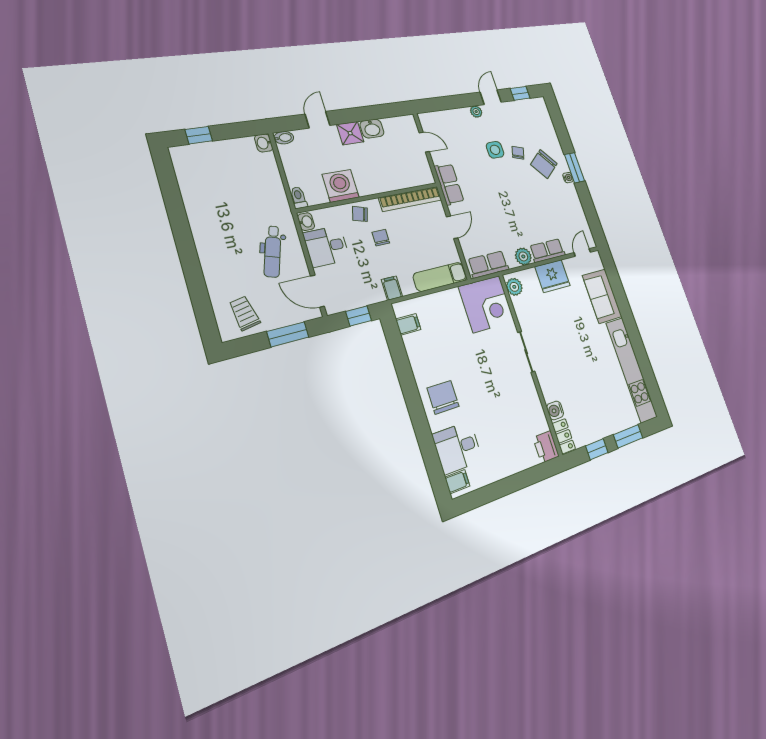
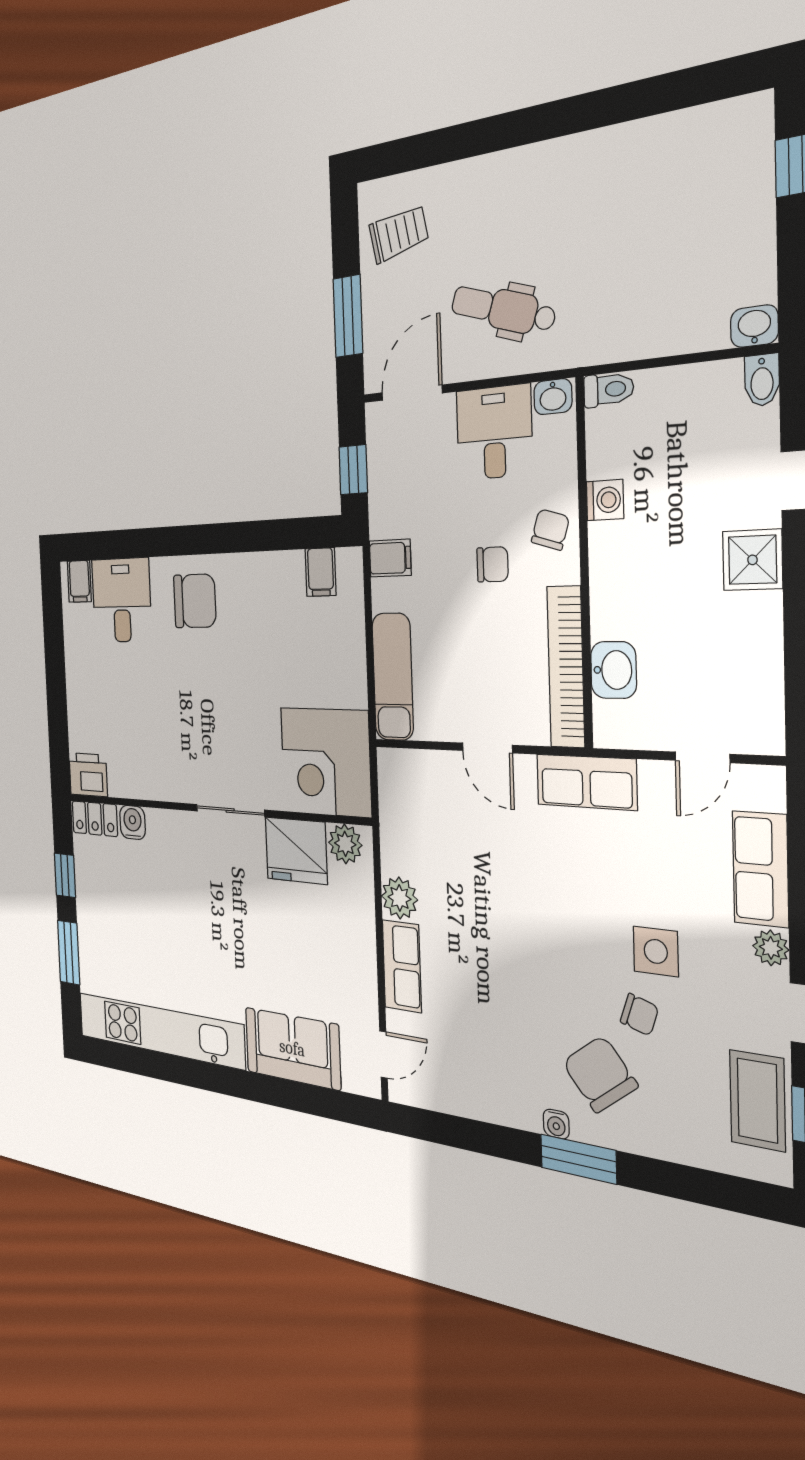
coffee table: (524, 110) -> (757, 1101), added
washbasin: (372, 129) -> (613, 670), moved, turned 180
washing machine: (341, 186) -> (605, 500), width x0.53, depth x0.53
door: (582, 252) -> (384, 1055), hinge flipped
row of seats: (488, 264) -> (760, 869), moved, turned 180
fridge: (553, 276) -> (296, 851), moved, turned -90

